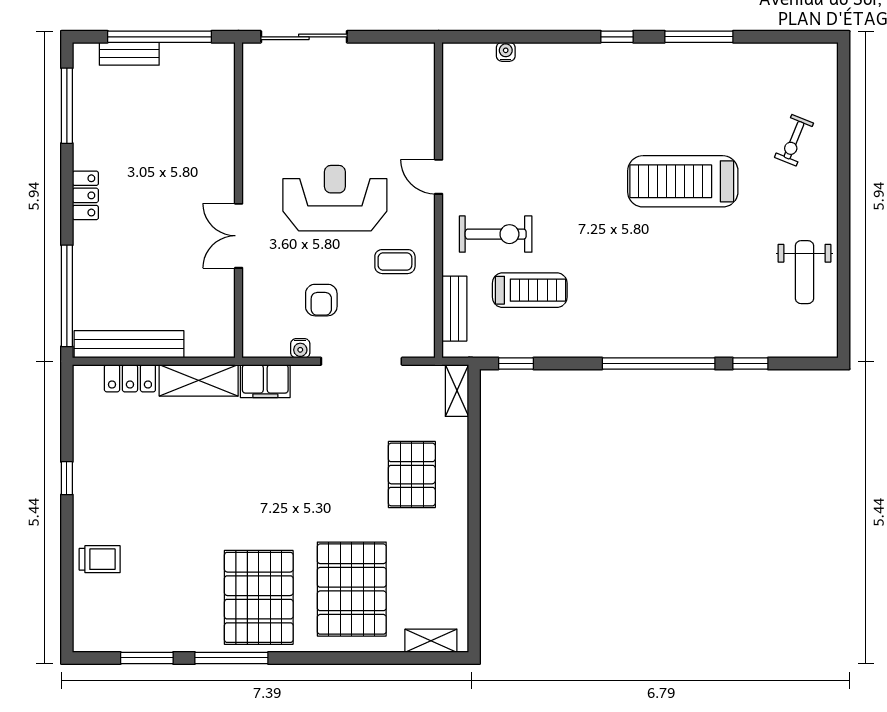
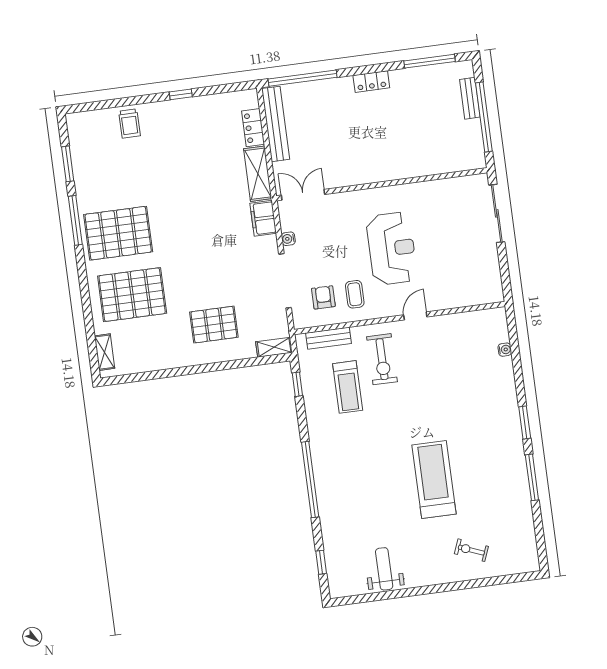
window: (617, 37) -> (525, 423), width x1.50
double door: (239, 236) -> (303, 195), moved
weight bench: (804, 272) -> (384, 569), turned 90
armchair: (321, 300) -> (323, 297), moved, turned 90
window: (750, 364) -> (321, 562), moved

